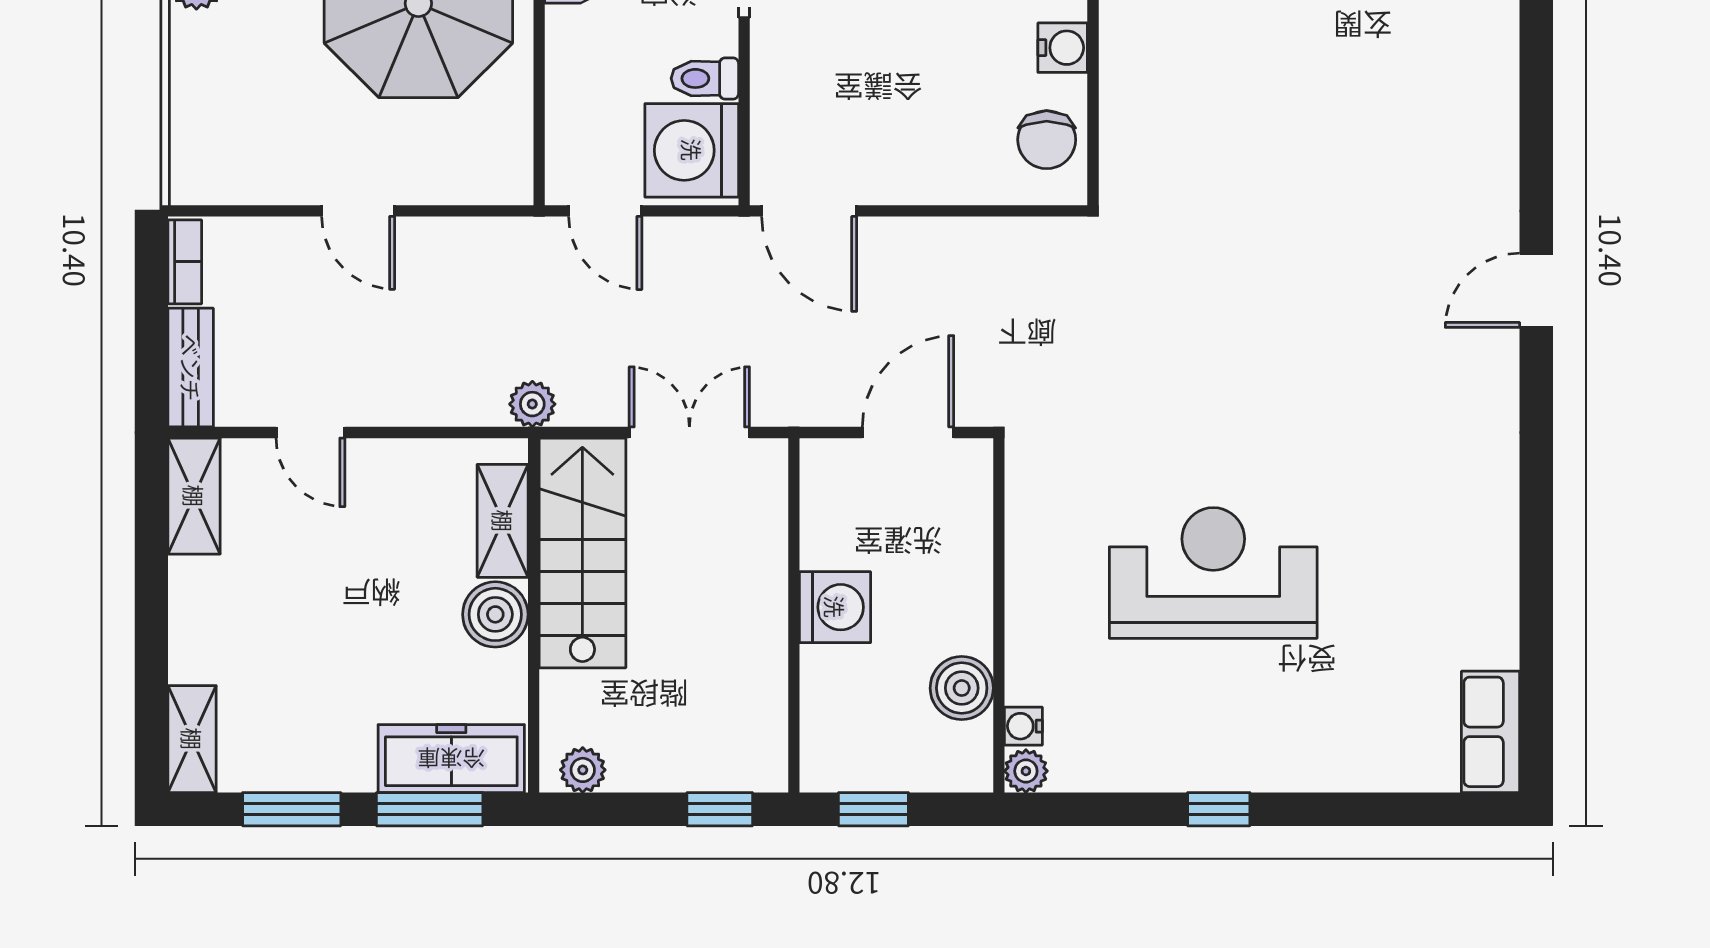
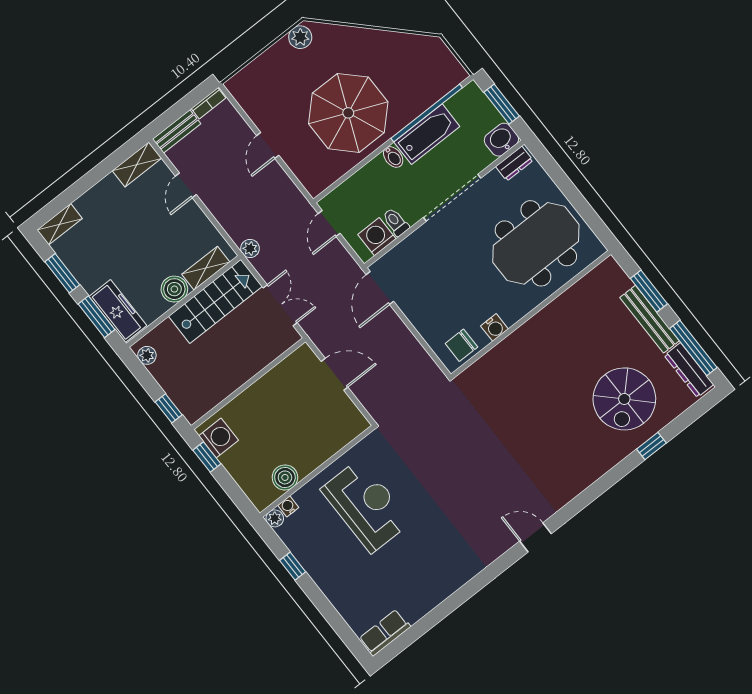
washing machine: (692, 150) -> (377, 237), width x0.73, depth x0.73
washing machine: (835, 607) -> (219, 438), moved, turned -90
wall: (999, 615) -> (317, 471), moved
boiler: (962, 688) -> (285, 477), moved
water cooler: (1023, 726) -> (288, 506), moved
plant: (1026, 771) -> (275, 518), moved

